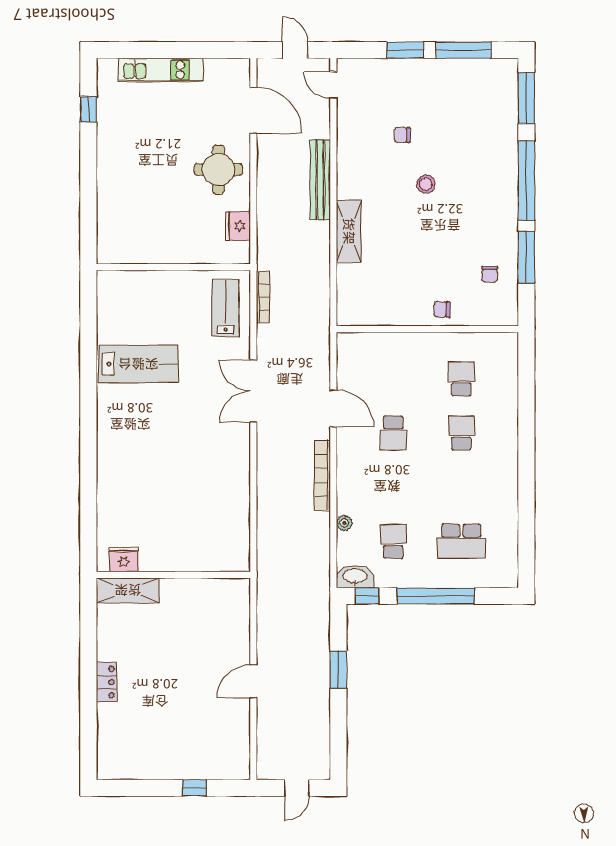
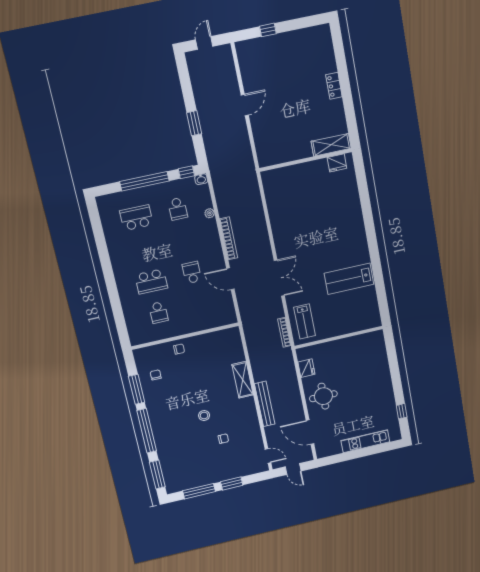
school desk: (461, 433) -> (151, 281), width x1.85
washbasin: (355, 577) -> (201, 179), width x0.52, depth x0.69

